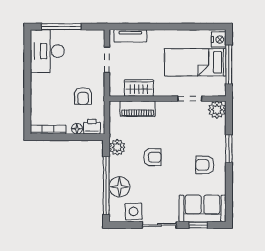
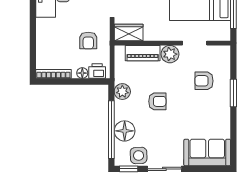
wardrobe: (139, 88) -> (129, 32), moved
plant: (217, 110) -> (170, 54), moved
armchair: (205, 165) -> (204, 81), moved
window: (198, 225) -> (129, 169), moved

